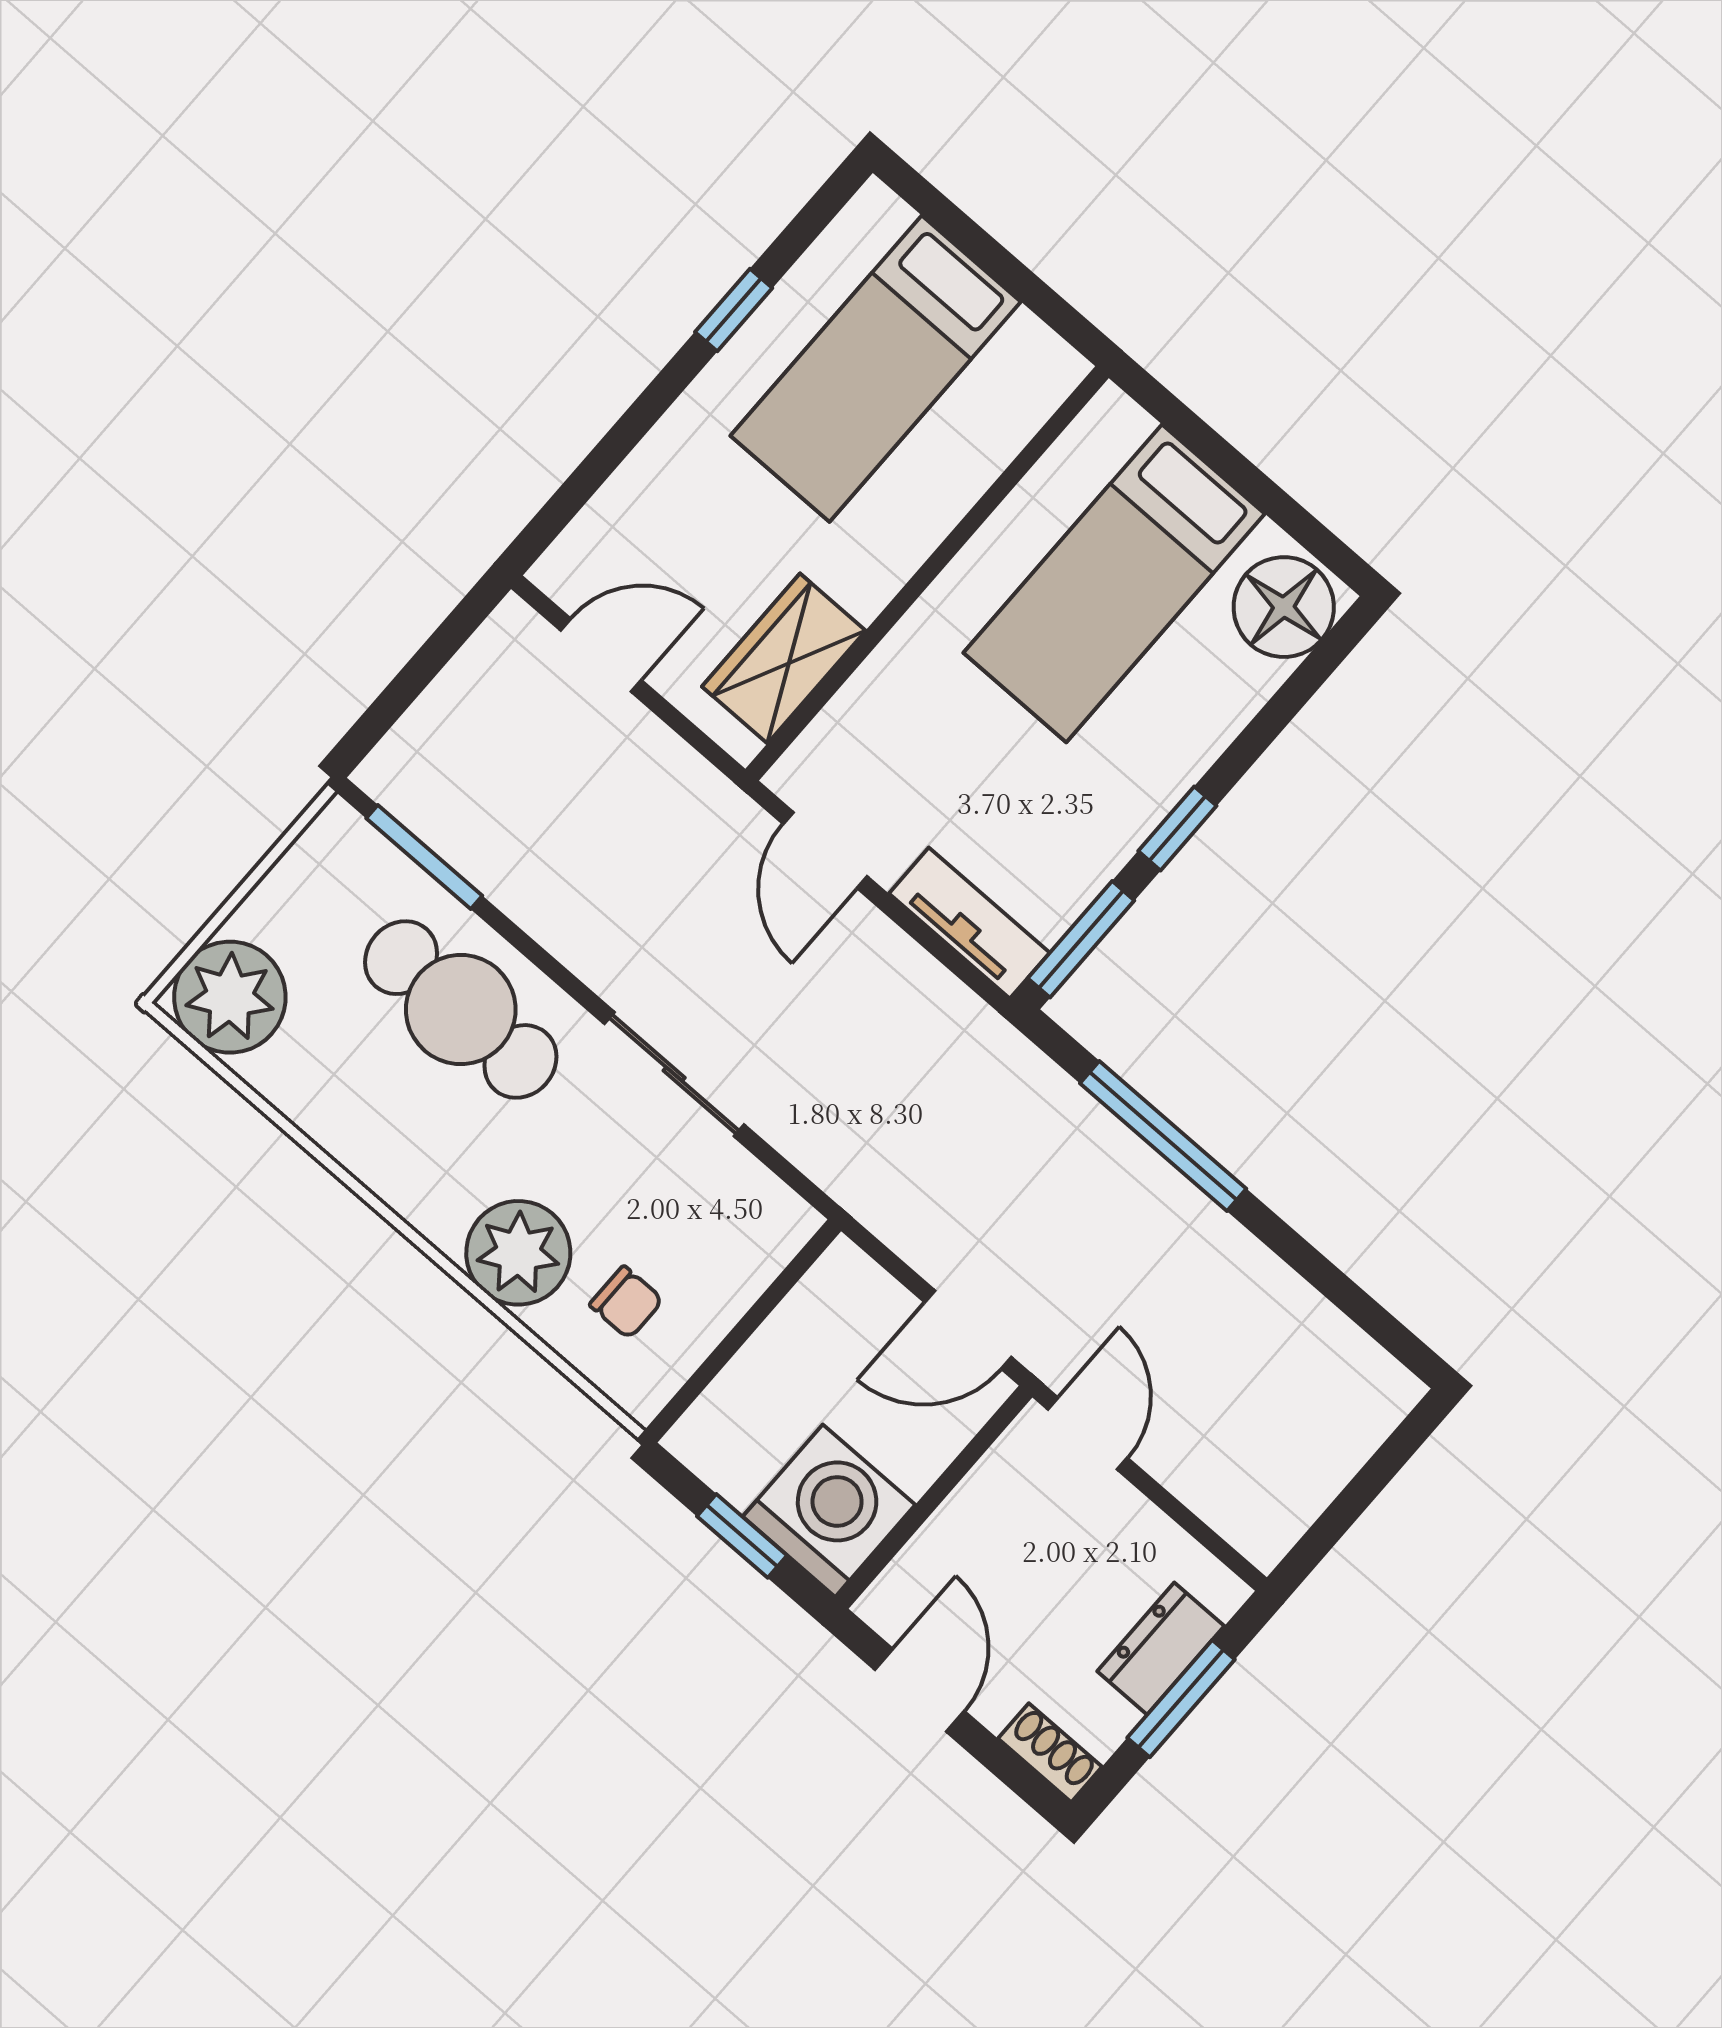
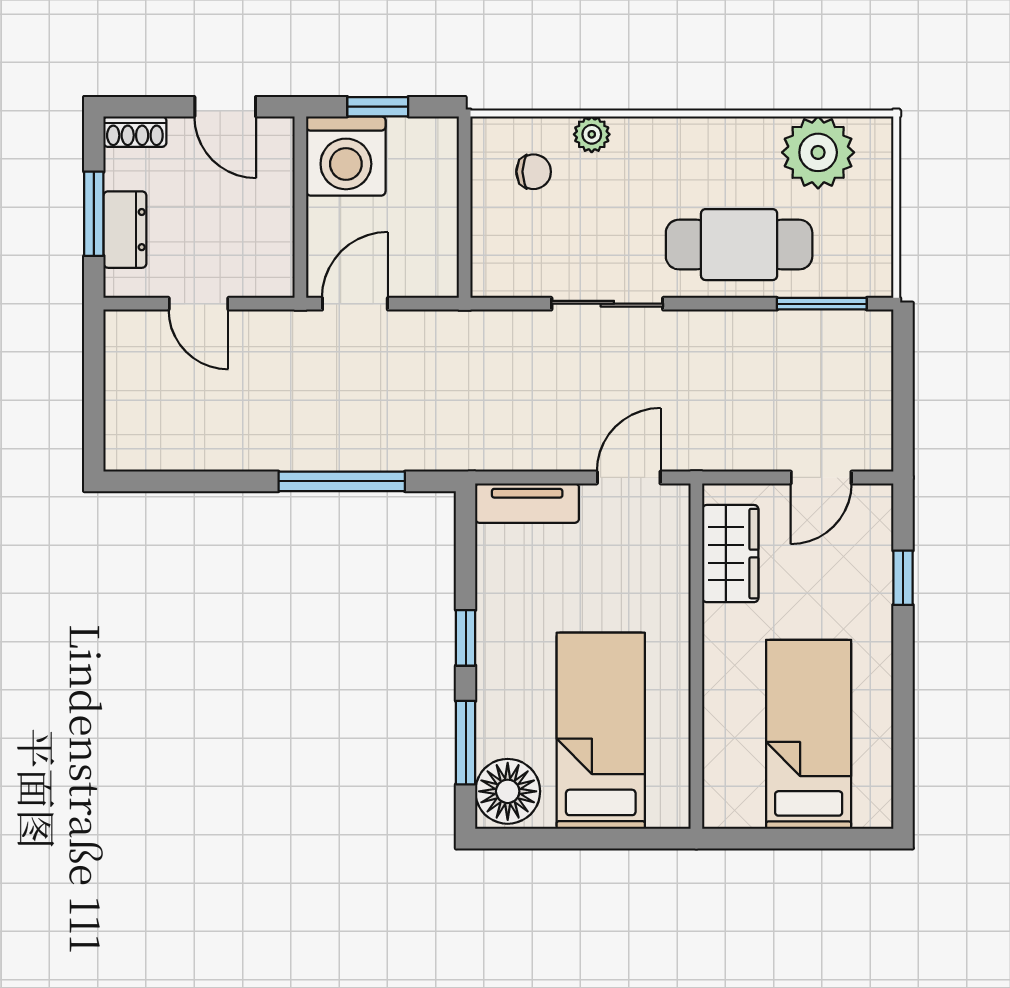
window: (734, 310) -> (903, 578), moved
door: (825, 850) -> (629, 477), hinge flipped
window: (1081, 939) -> (466, 743), moved
plant: (230, 997) -> (818, 152), moved
plant: (518, 1253) -> (592, 134), width x0.53, depth x0.53
chair: (626, 1302) -> (534, 172), turned 180
door: (1088, 1434) -> (198, 304), moved

